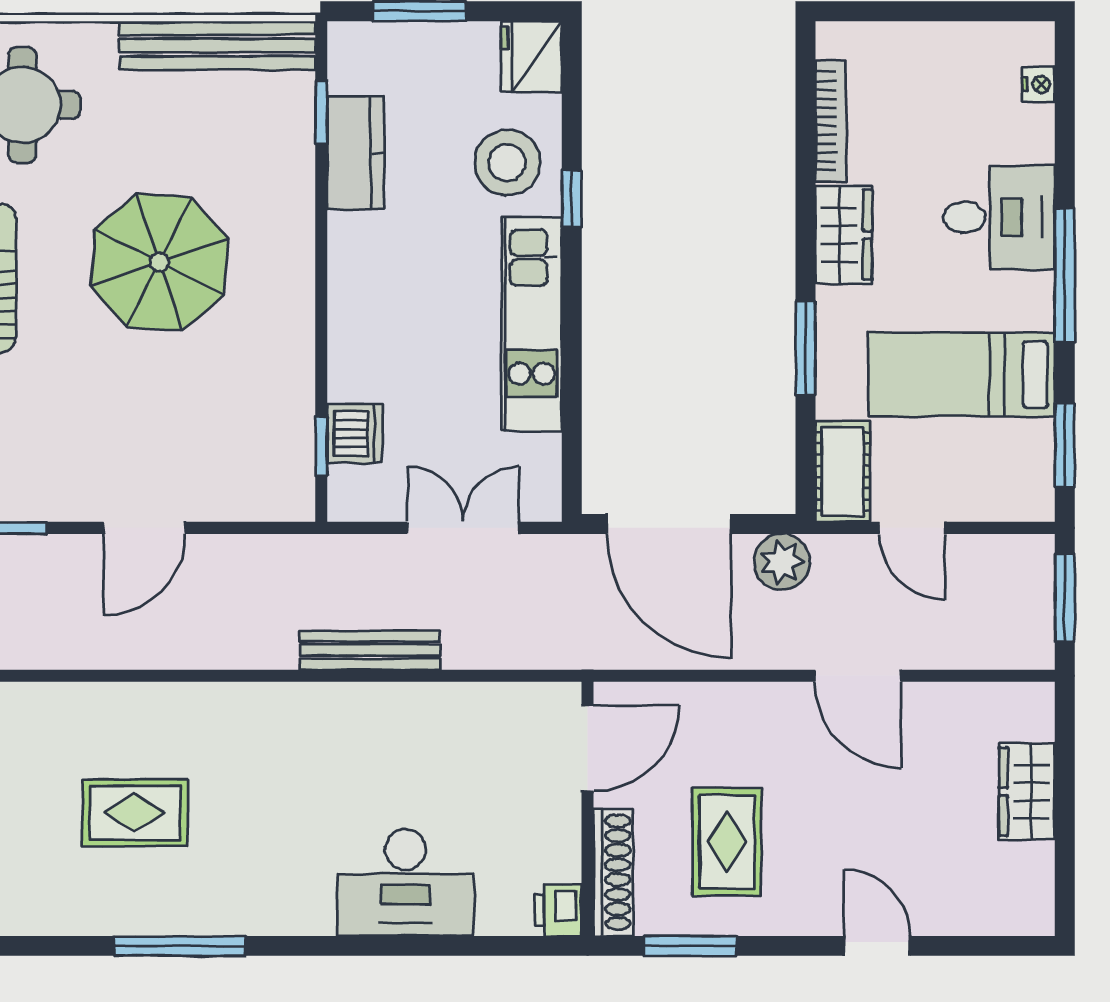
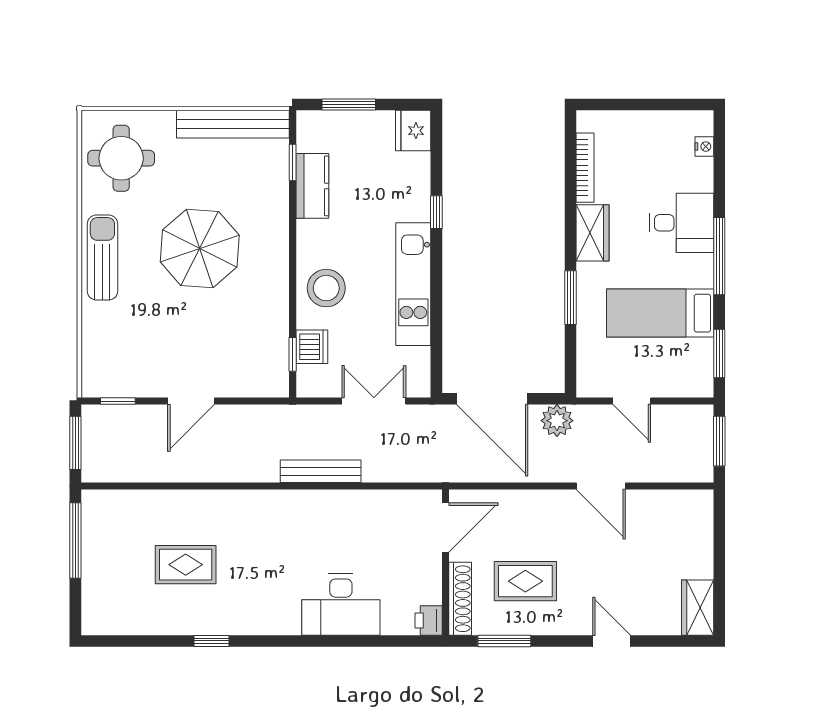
stool: (507, 163) -> (326, 288), moved
cot: (843, 471) -> (592, 369), removed
wardrobe: (1027, 792) -> (698, 608), moved
rug: (727, 842) -> (525, 581), turned 90
window: (180, 946) -> (211, 641), width x0.46

